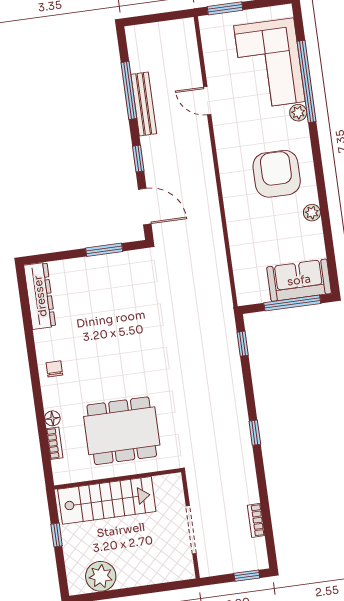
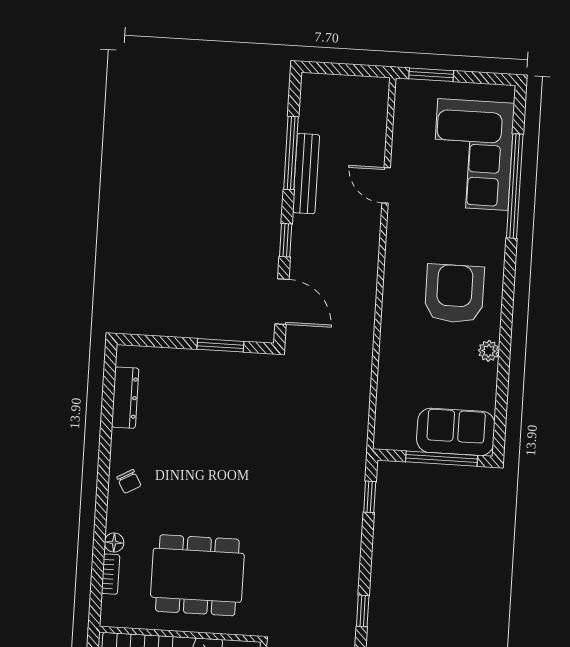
plant: (298, 113) -> (496, 223), removed
dresser: (40, 296) -> (125, 398), width x0.73, depth x0.80
chair: (54, 369) -> (129, 482), turned 151

